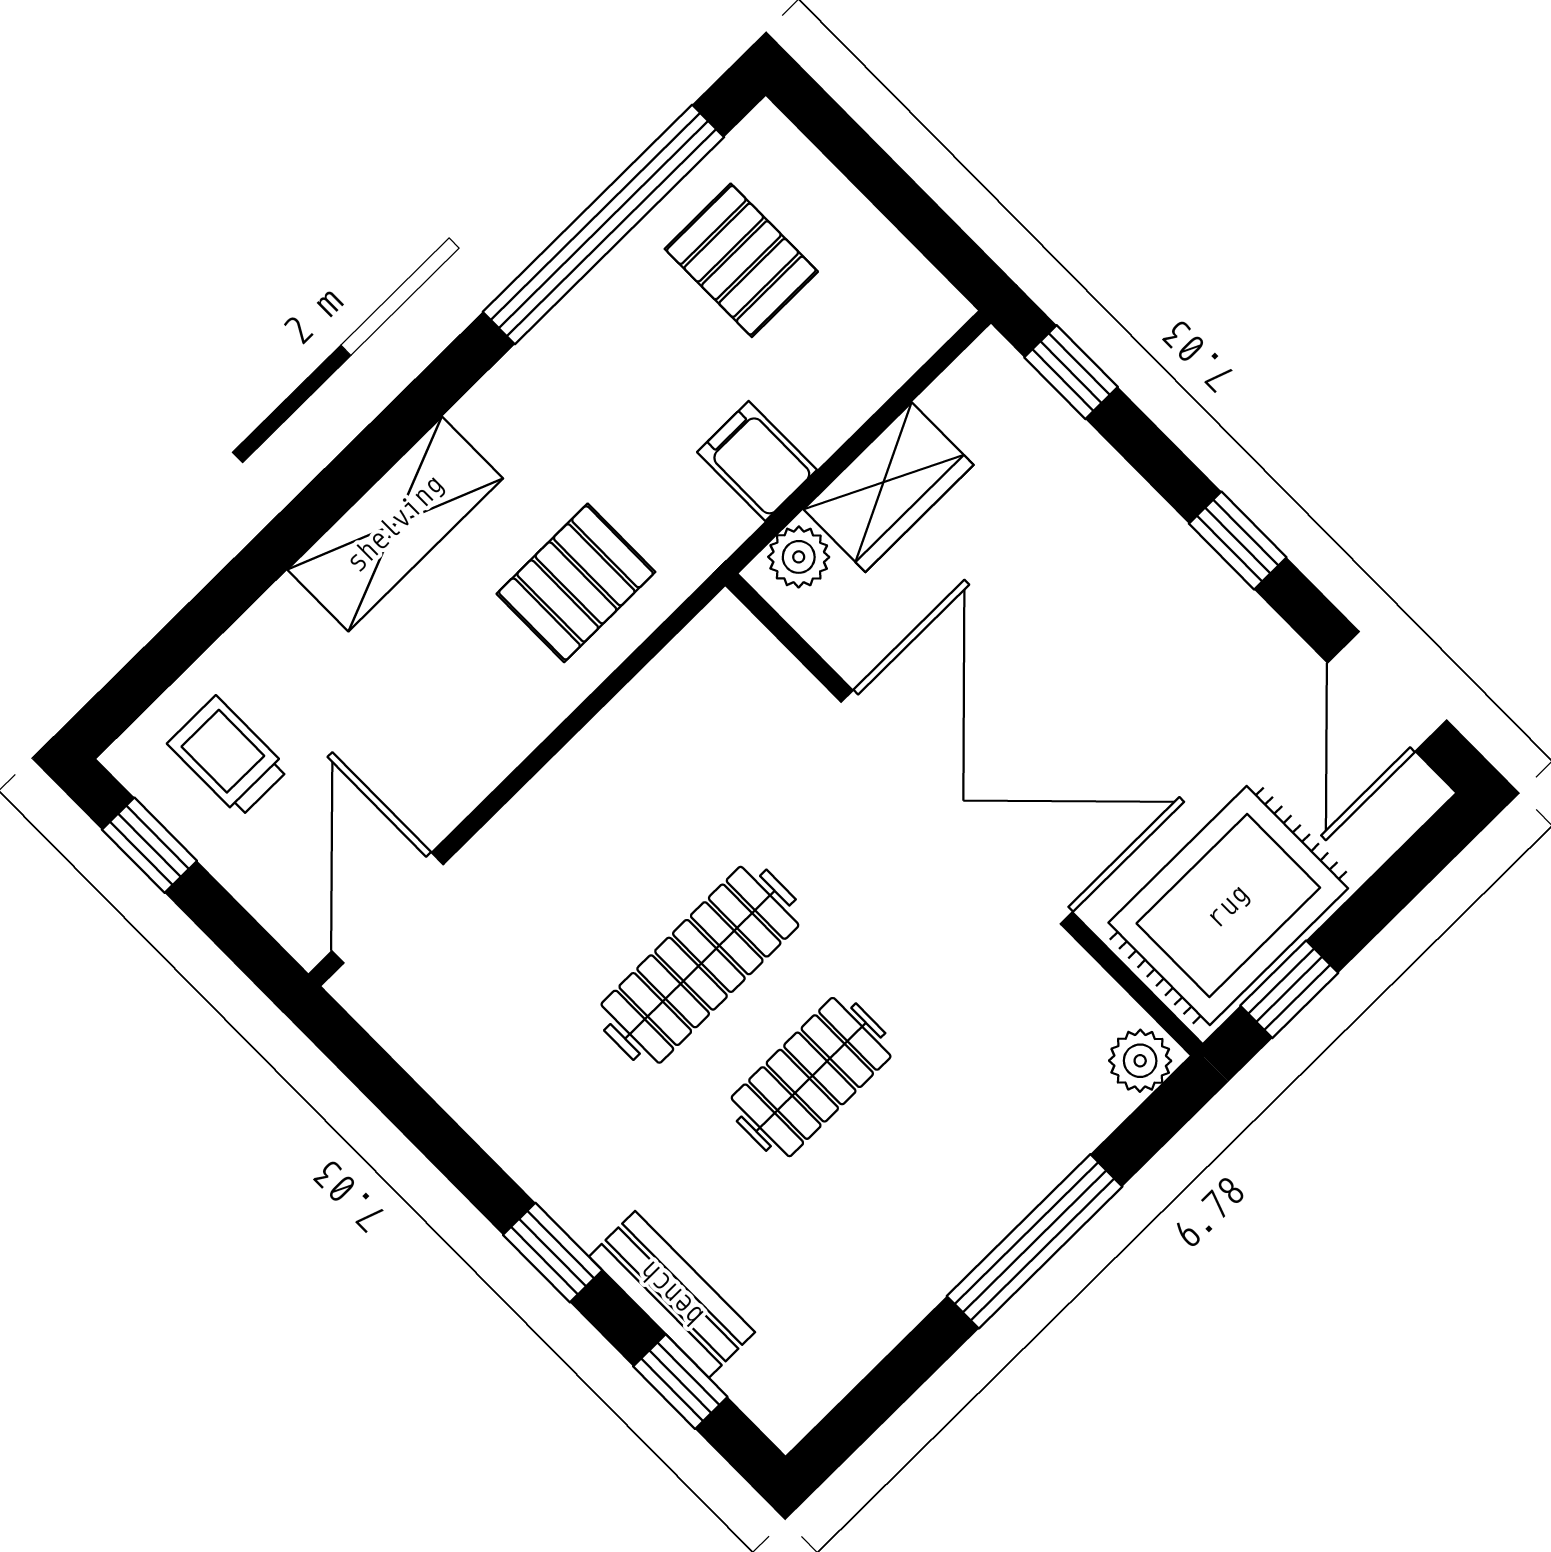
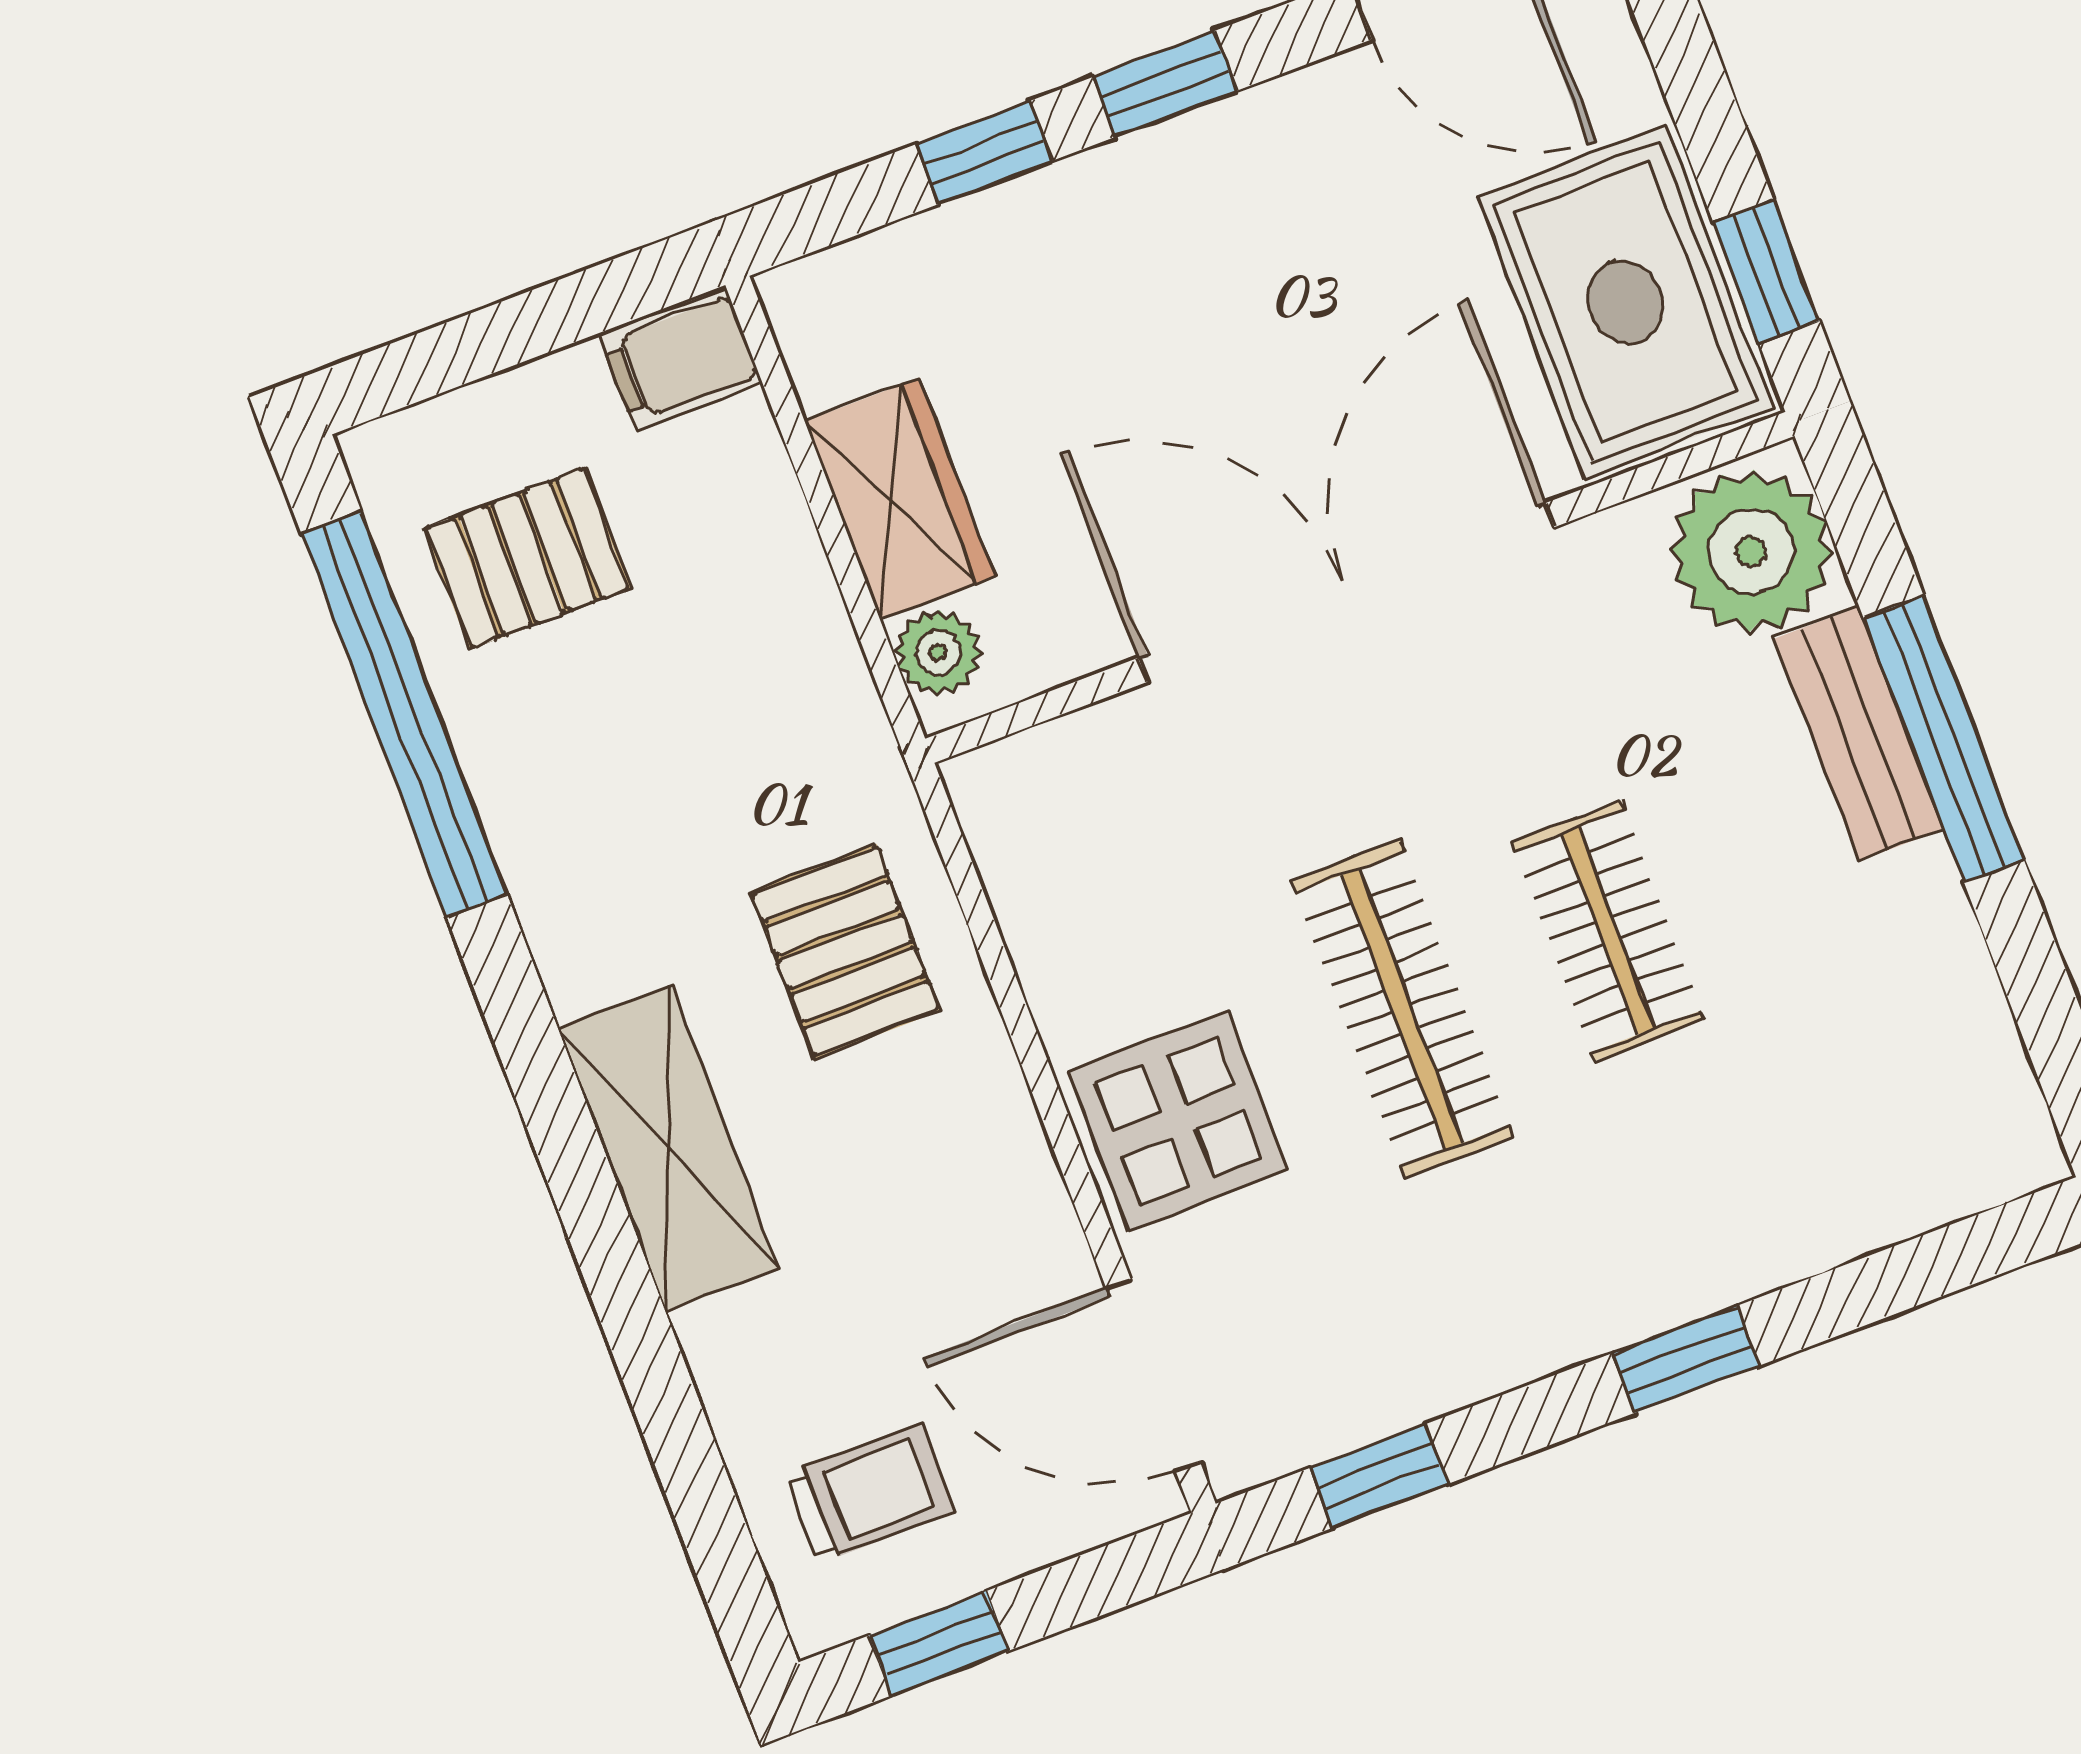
window: (1071, 372) -> (984, 152), moved
filing cabinet: (757, 461) -> (681, 359), moved
trolley: (228, 756) -> (870, 1493), turned 180
display table: (562, 851) -> (1178, 1121), added
plant: (1140, 1061) -> (1751, 551), width x1.88, depth x1.88
bench: (672, 1294) -> (1859, 734), moved, turned 90
window: (680, 1382) -> (1379, 1476), moved

